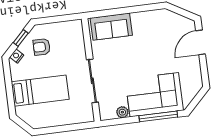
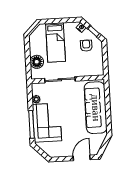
sofa: (111, 27) -> (96, 108), width x1.85, depth x1.27
door: (201, 42) -> (82, 158), hinge flipped
floor lamp: (69, 115) -> (37, 62), added

